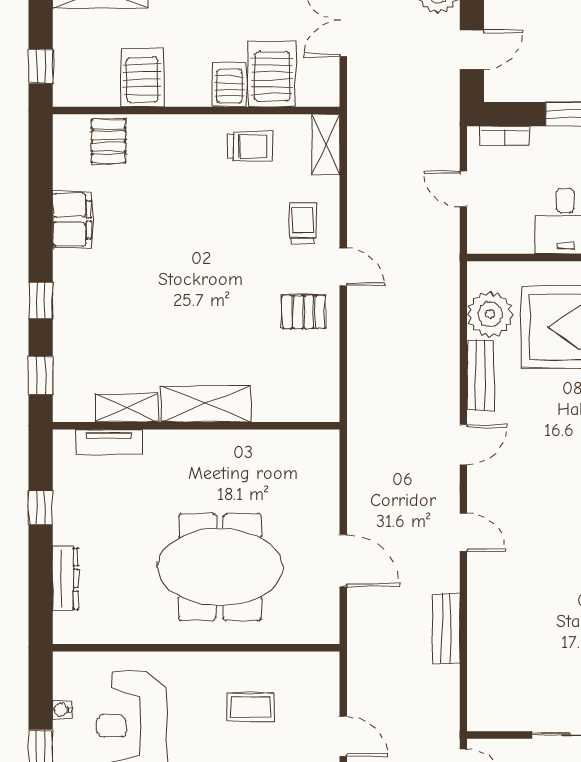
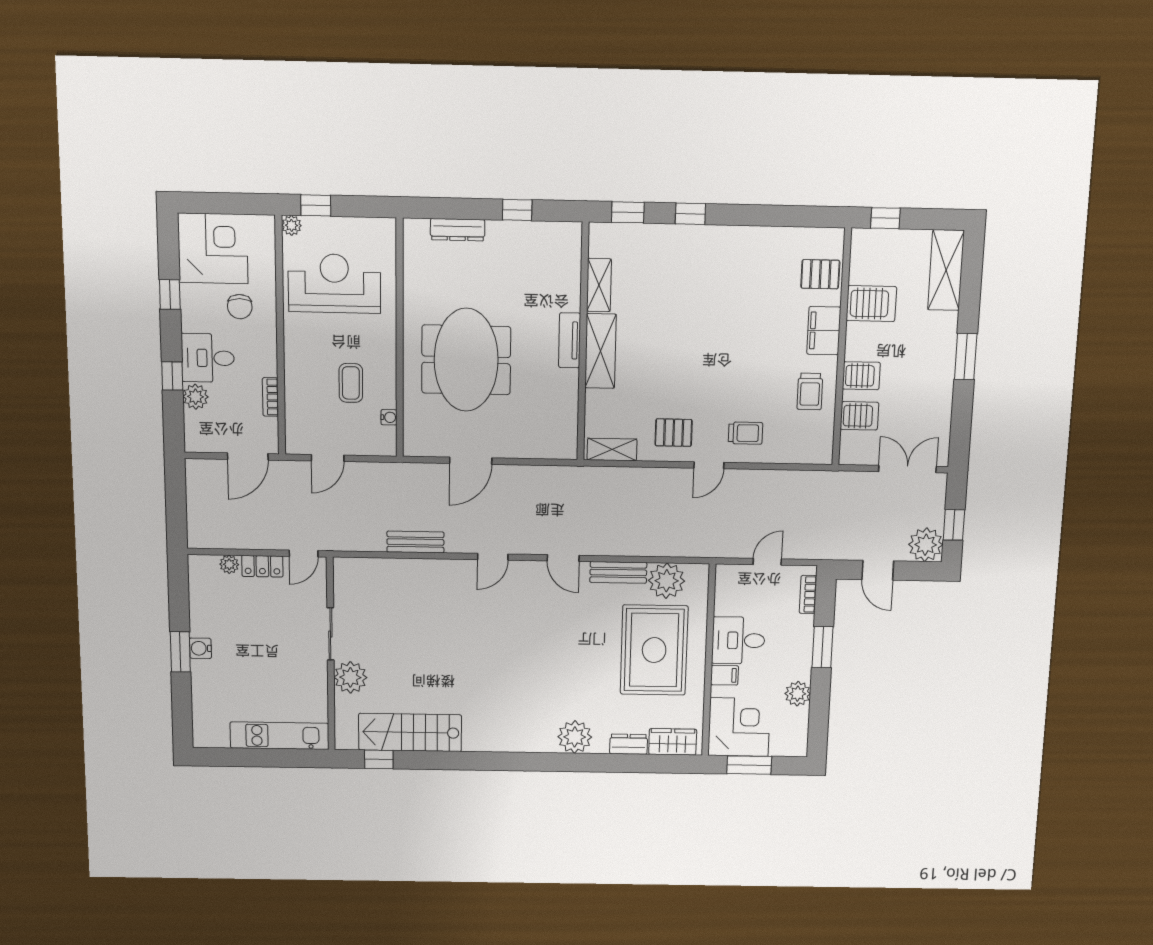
server rack: (272, 74) -> (859, 416), width x0.73, depth x0.70
shelving: (326, 144) -> (612, 450), moved
filing cabinet: (72, 220) -> (824, 331), moved, turned 90
pallet: (304, 312) -> (674, 433), turned 90
tv unit: (109, 442) -> (570, 340), moved
water cooler: (62, 710) -> (389, 417), moved, turned 90

